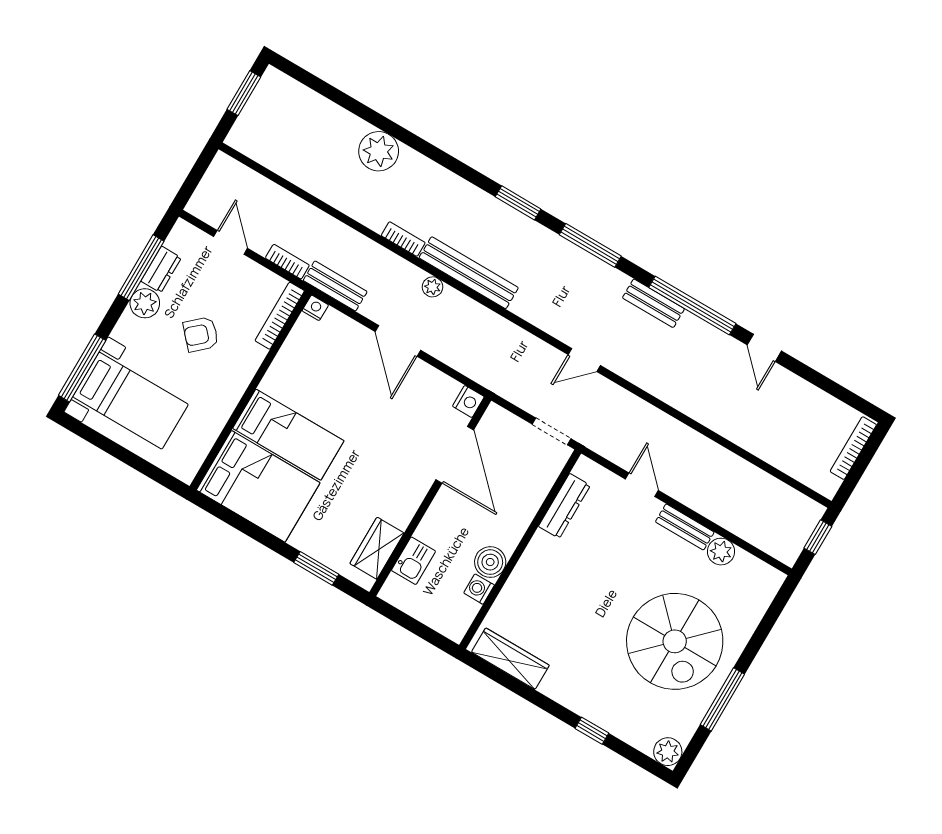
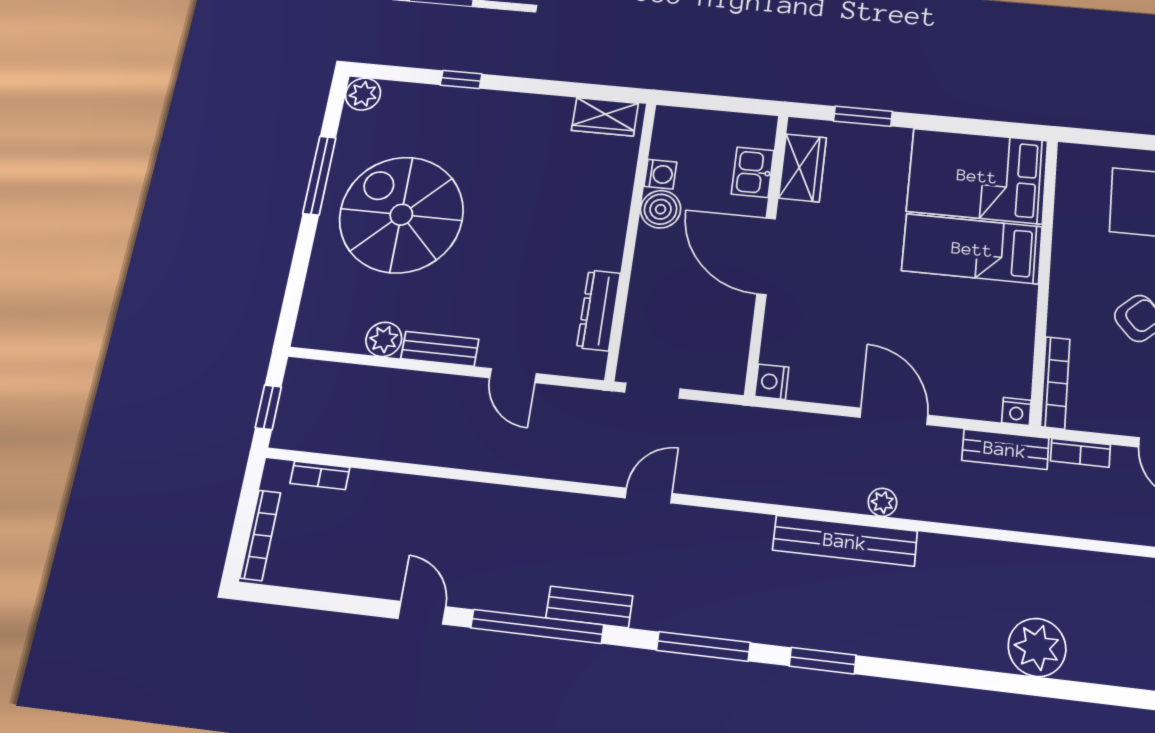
bookcase: (403, 239) -> (320, 475), moved
door: (455, 455) -> (766, 256), moved
wardrobe: (510, 659) -> (605, 117), width x0.67

